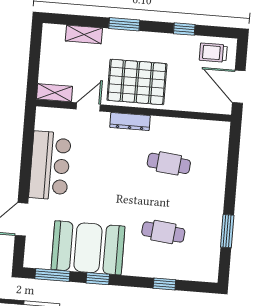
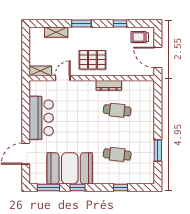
pallet: (137, 82) -> (92, 60), width x0.73, depth x0.71
dresser: (130, 122) -> (109, 85), moved

